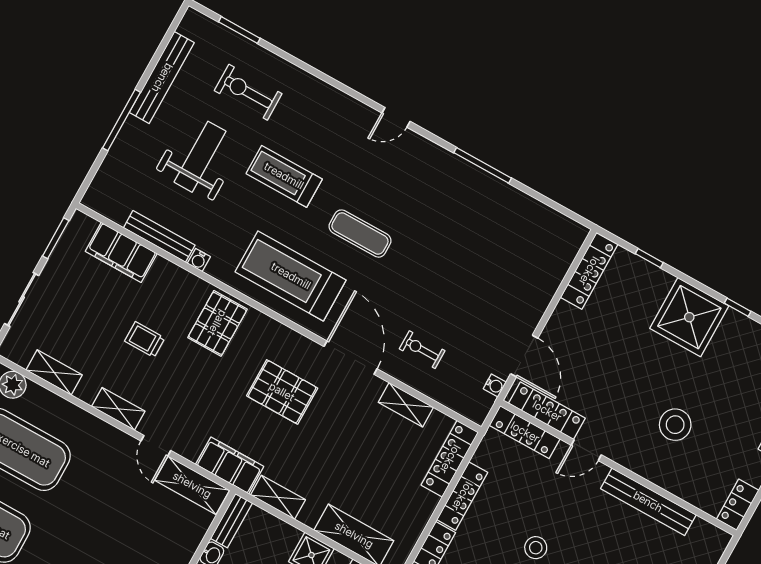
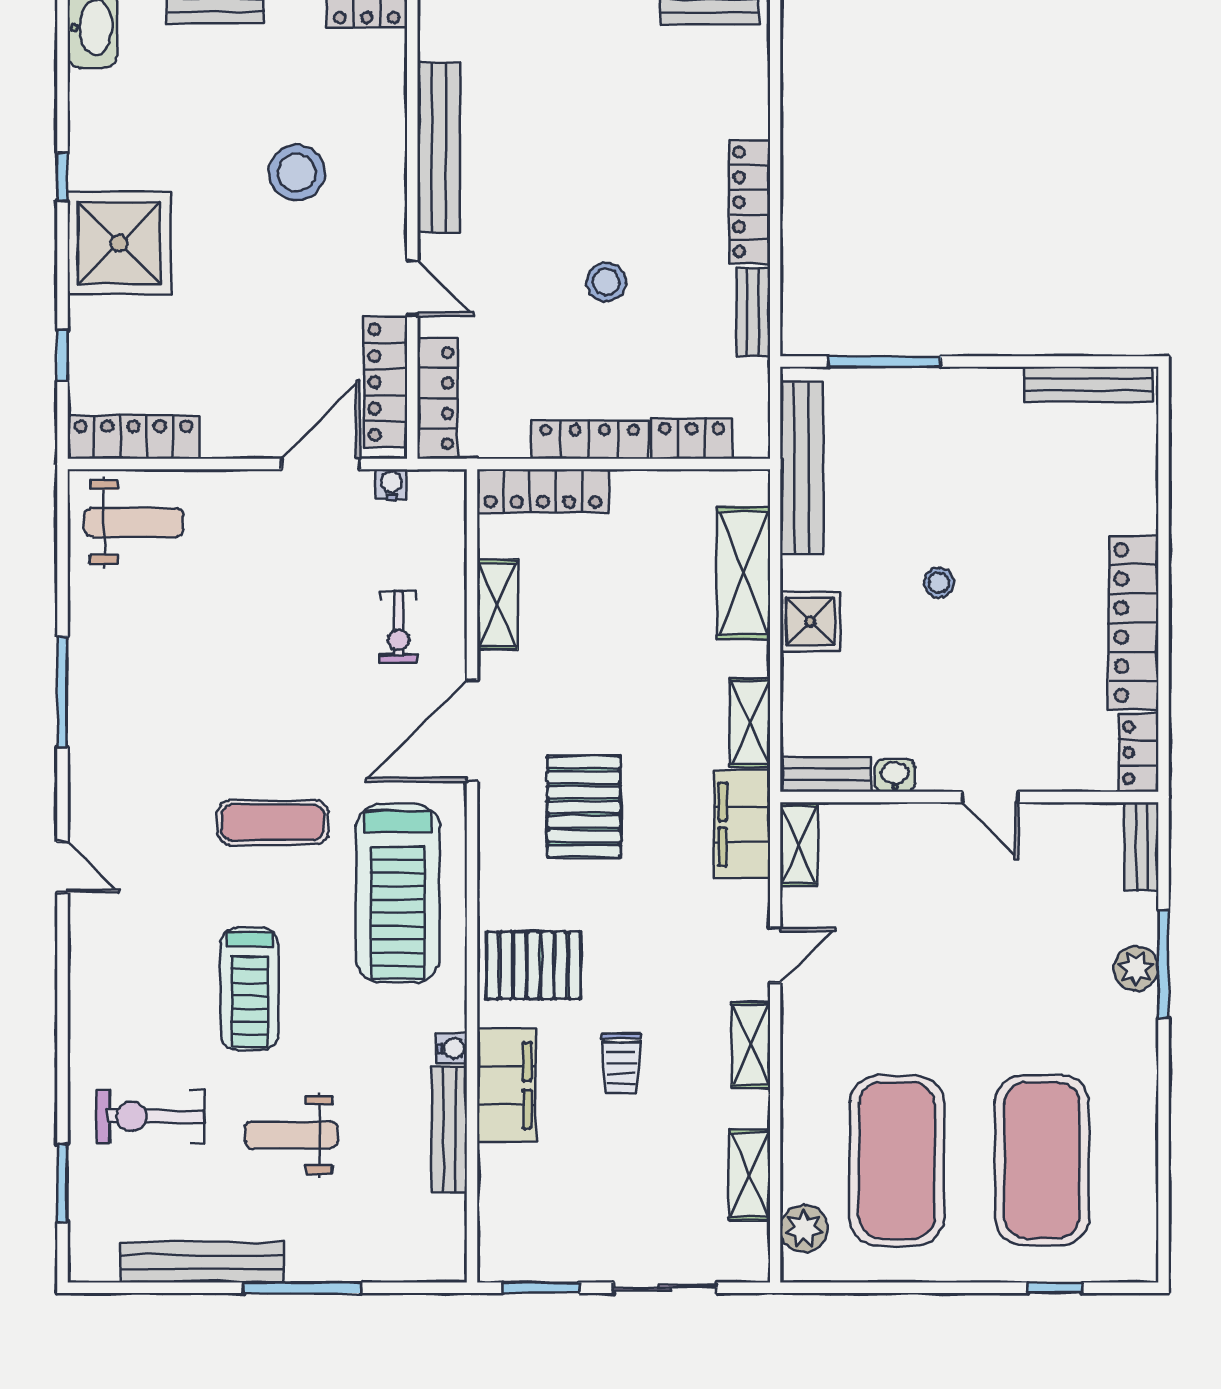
exercise bike: (248, 92) -> (151, 1116), turned 90
weight bench: (200, 157) -> (291, 1135), width x0.73, depth x0.75
exercise mat: (360, 234) -> (273, 823), turned 90
weight bench: (547, 248) -> (134, 522), added
filing cabinet: (121, 252) -> (507, 1085), moved
shelving: (192, 485) -> (799, 845), width x0.67, depth x0.75

